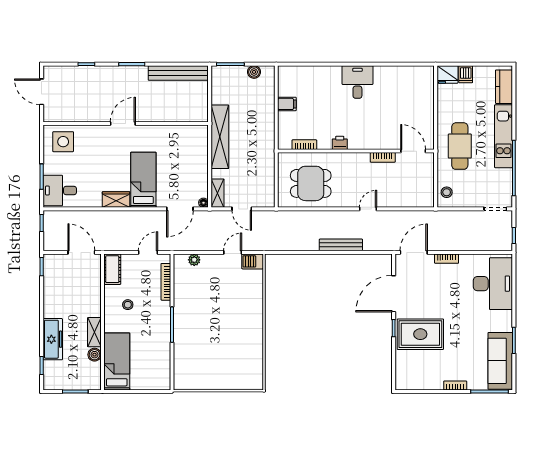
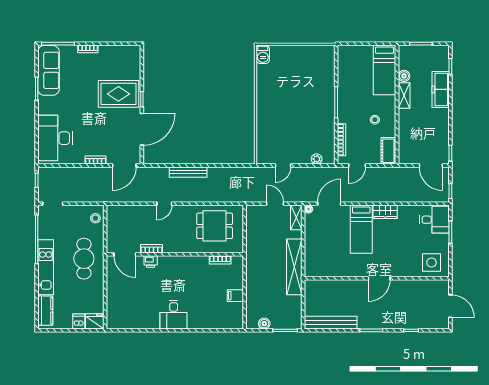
printer: (340, 143) -> (151, 261), moved
door: (81, 252) -> (431, 165), moved
barbecue: (253, 261) -> (263, 54), moved, turned 90

